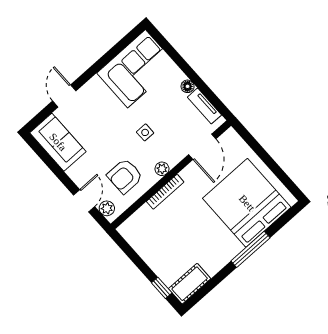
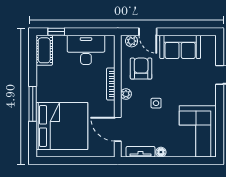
sofa: (58, 142) -> (180, 47), moved
desk: (154, 244) -> (86, 50), added

